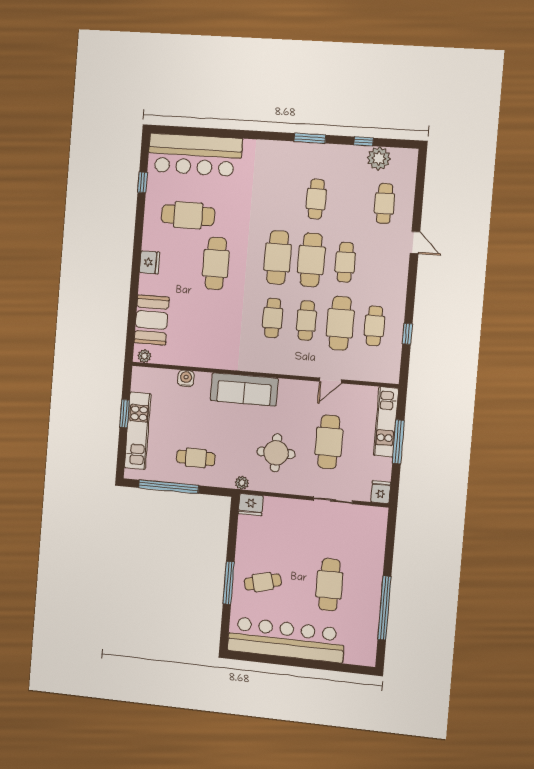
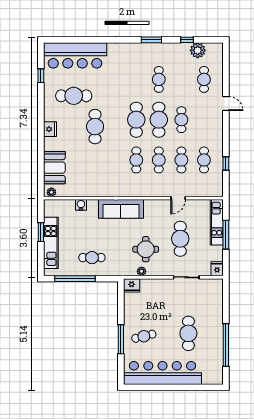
cafe table: (340, 323) -> (181, 160), width x0.73, depth x0.74
plant: (242, 483) -> (142, 271), moved

